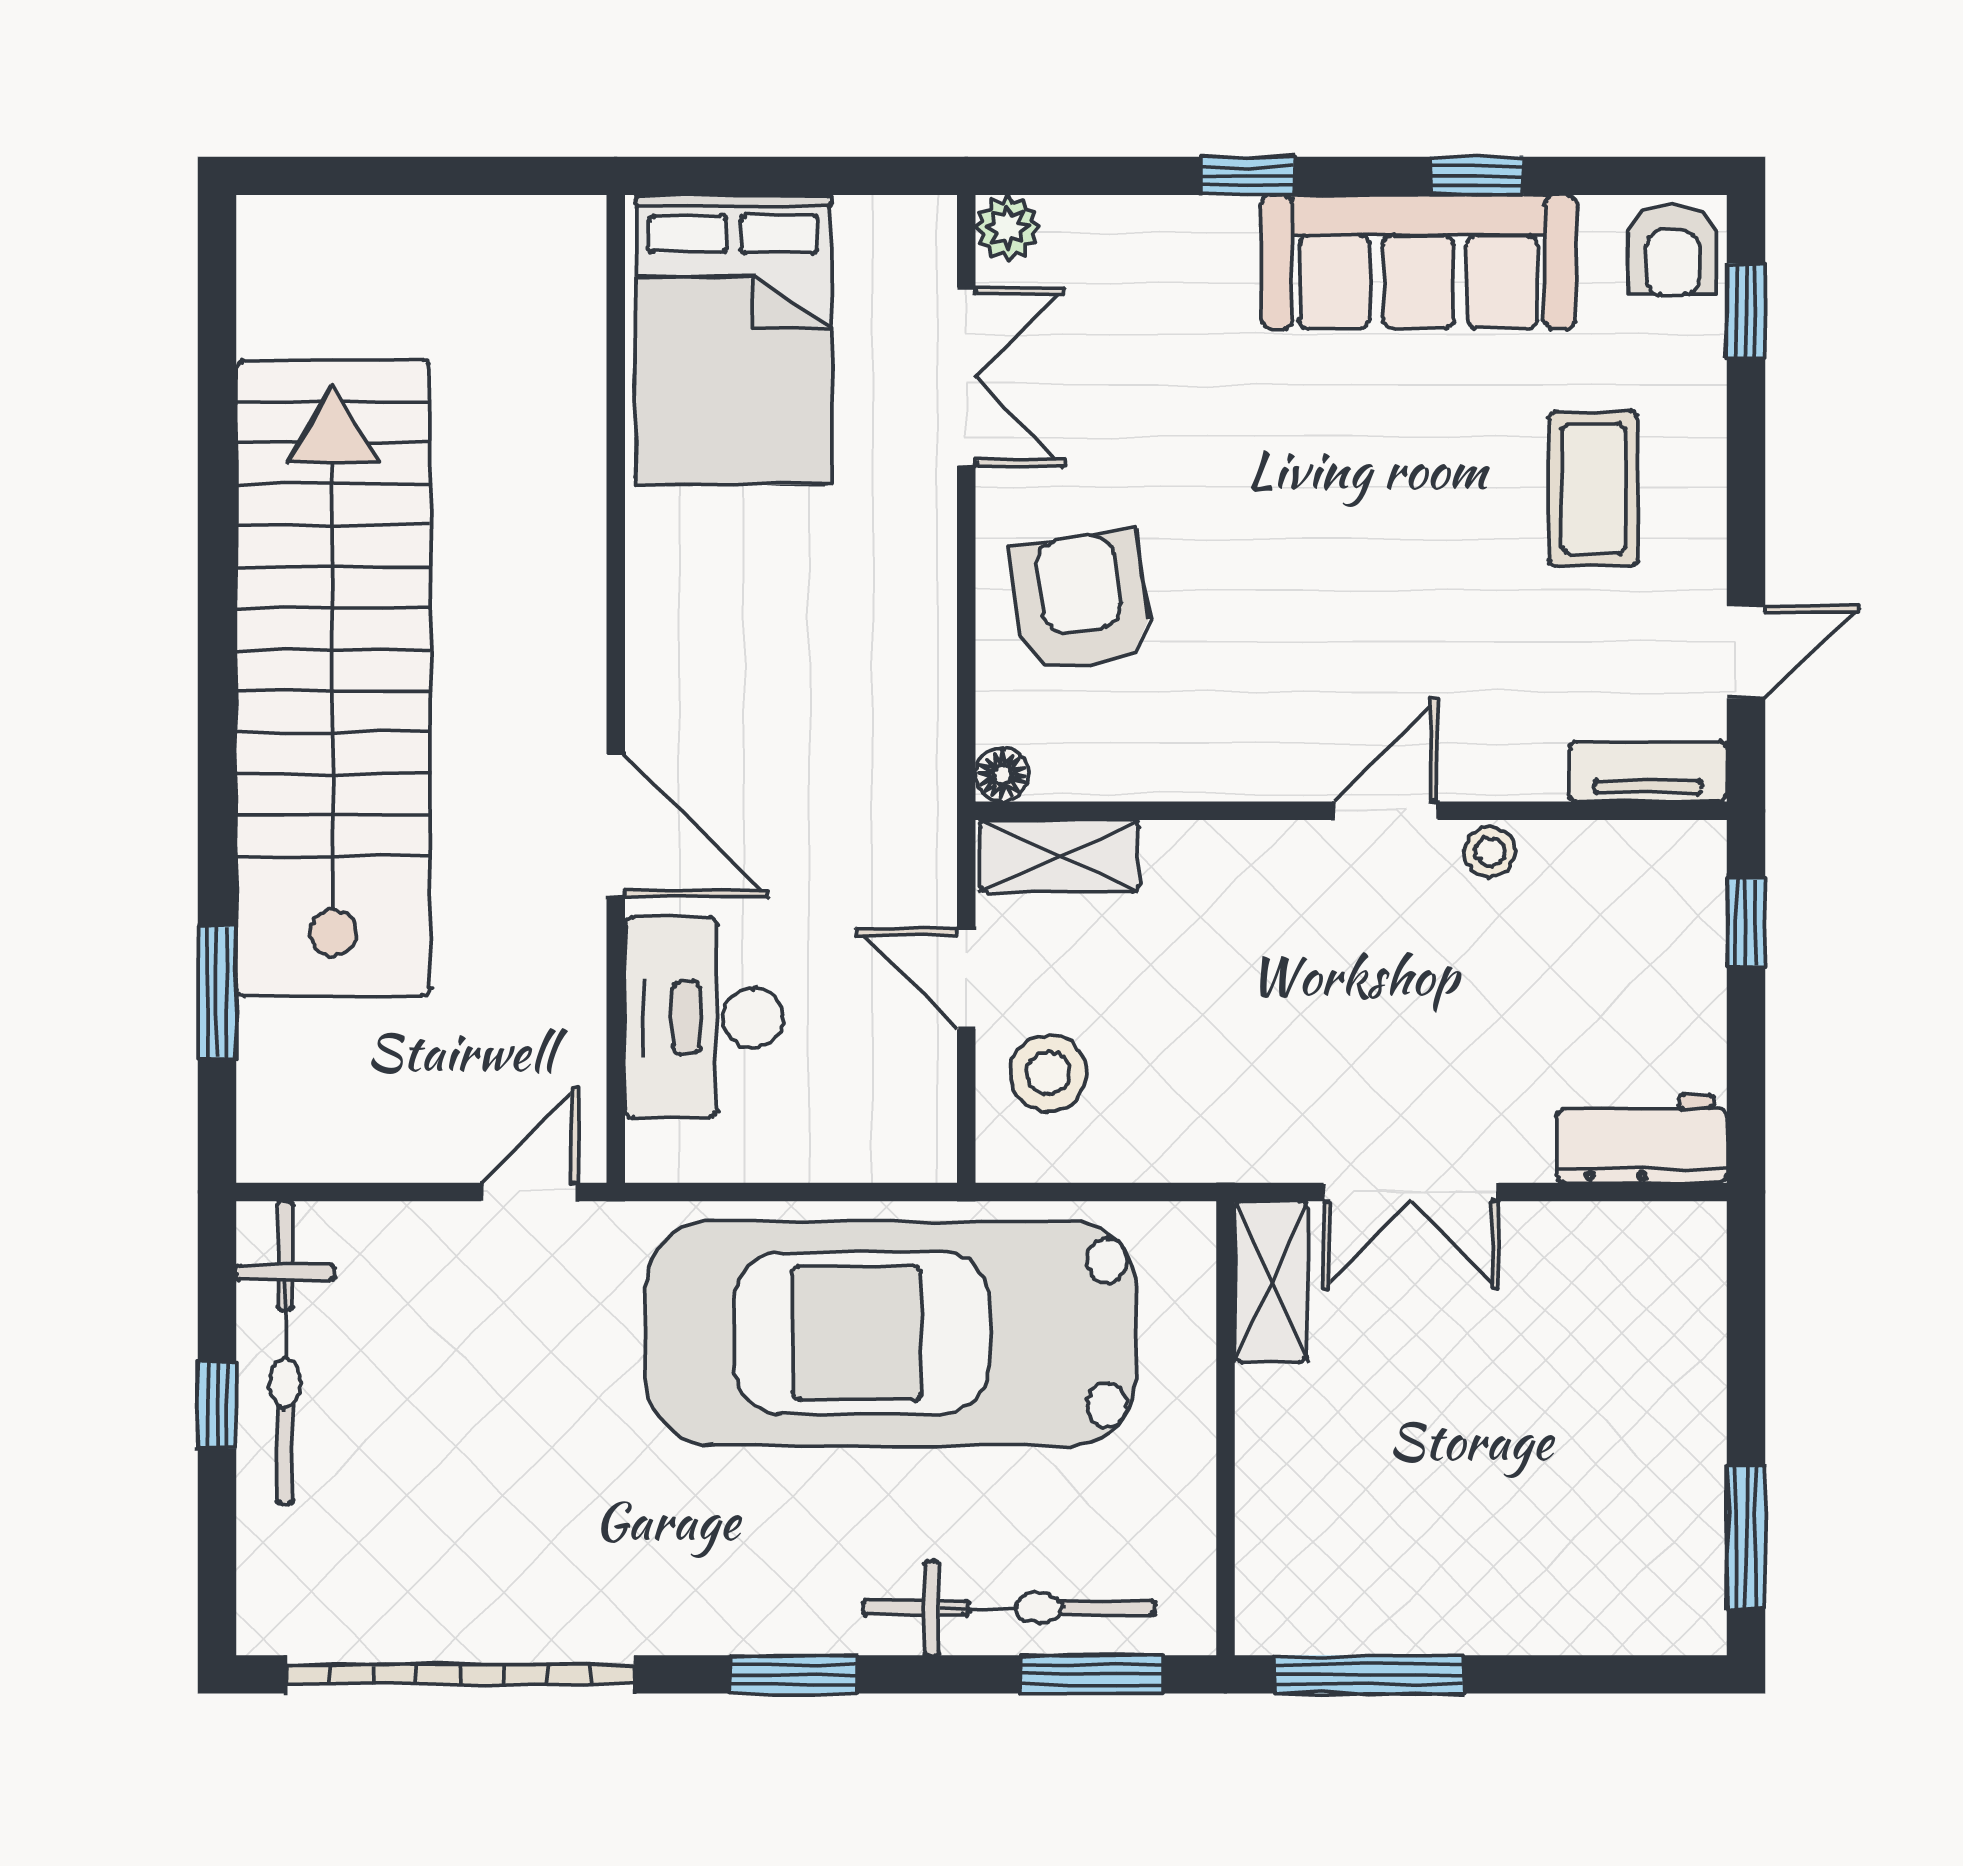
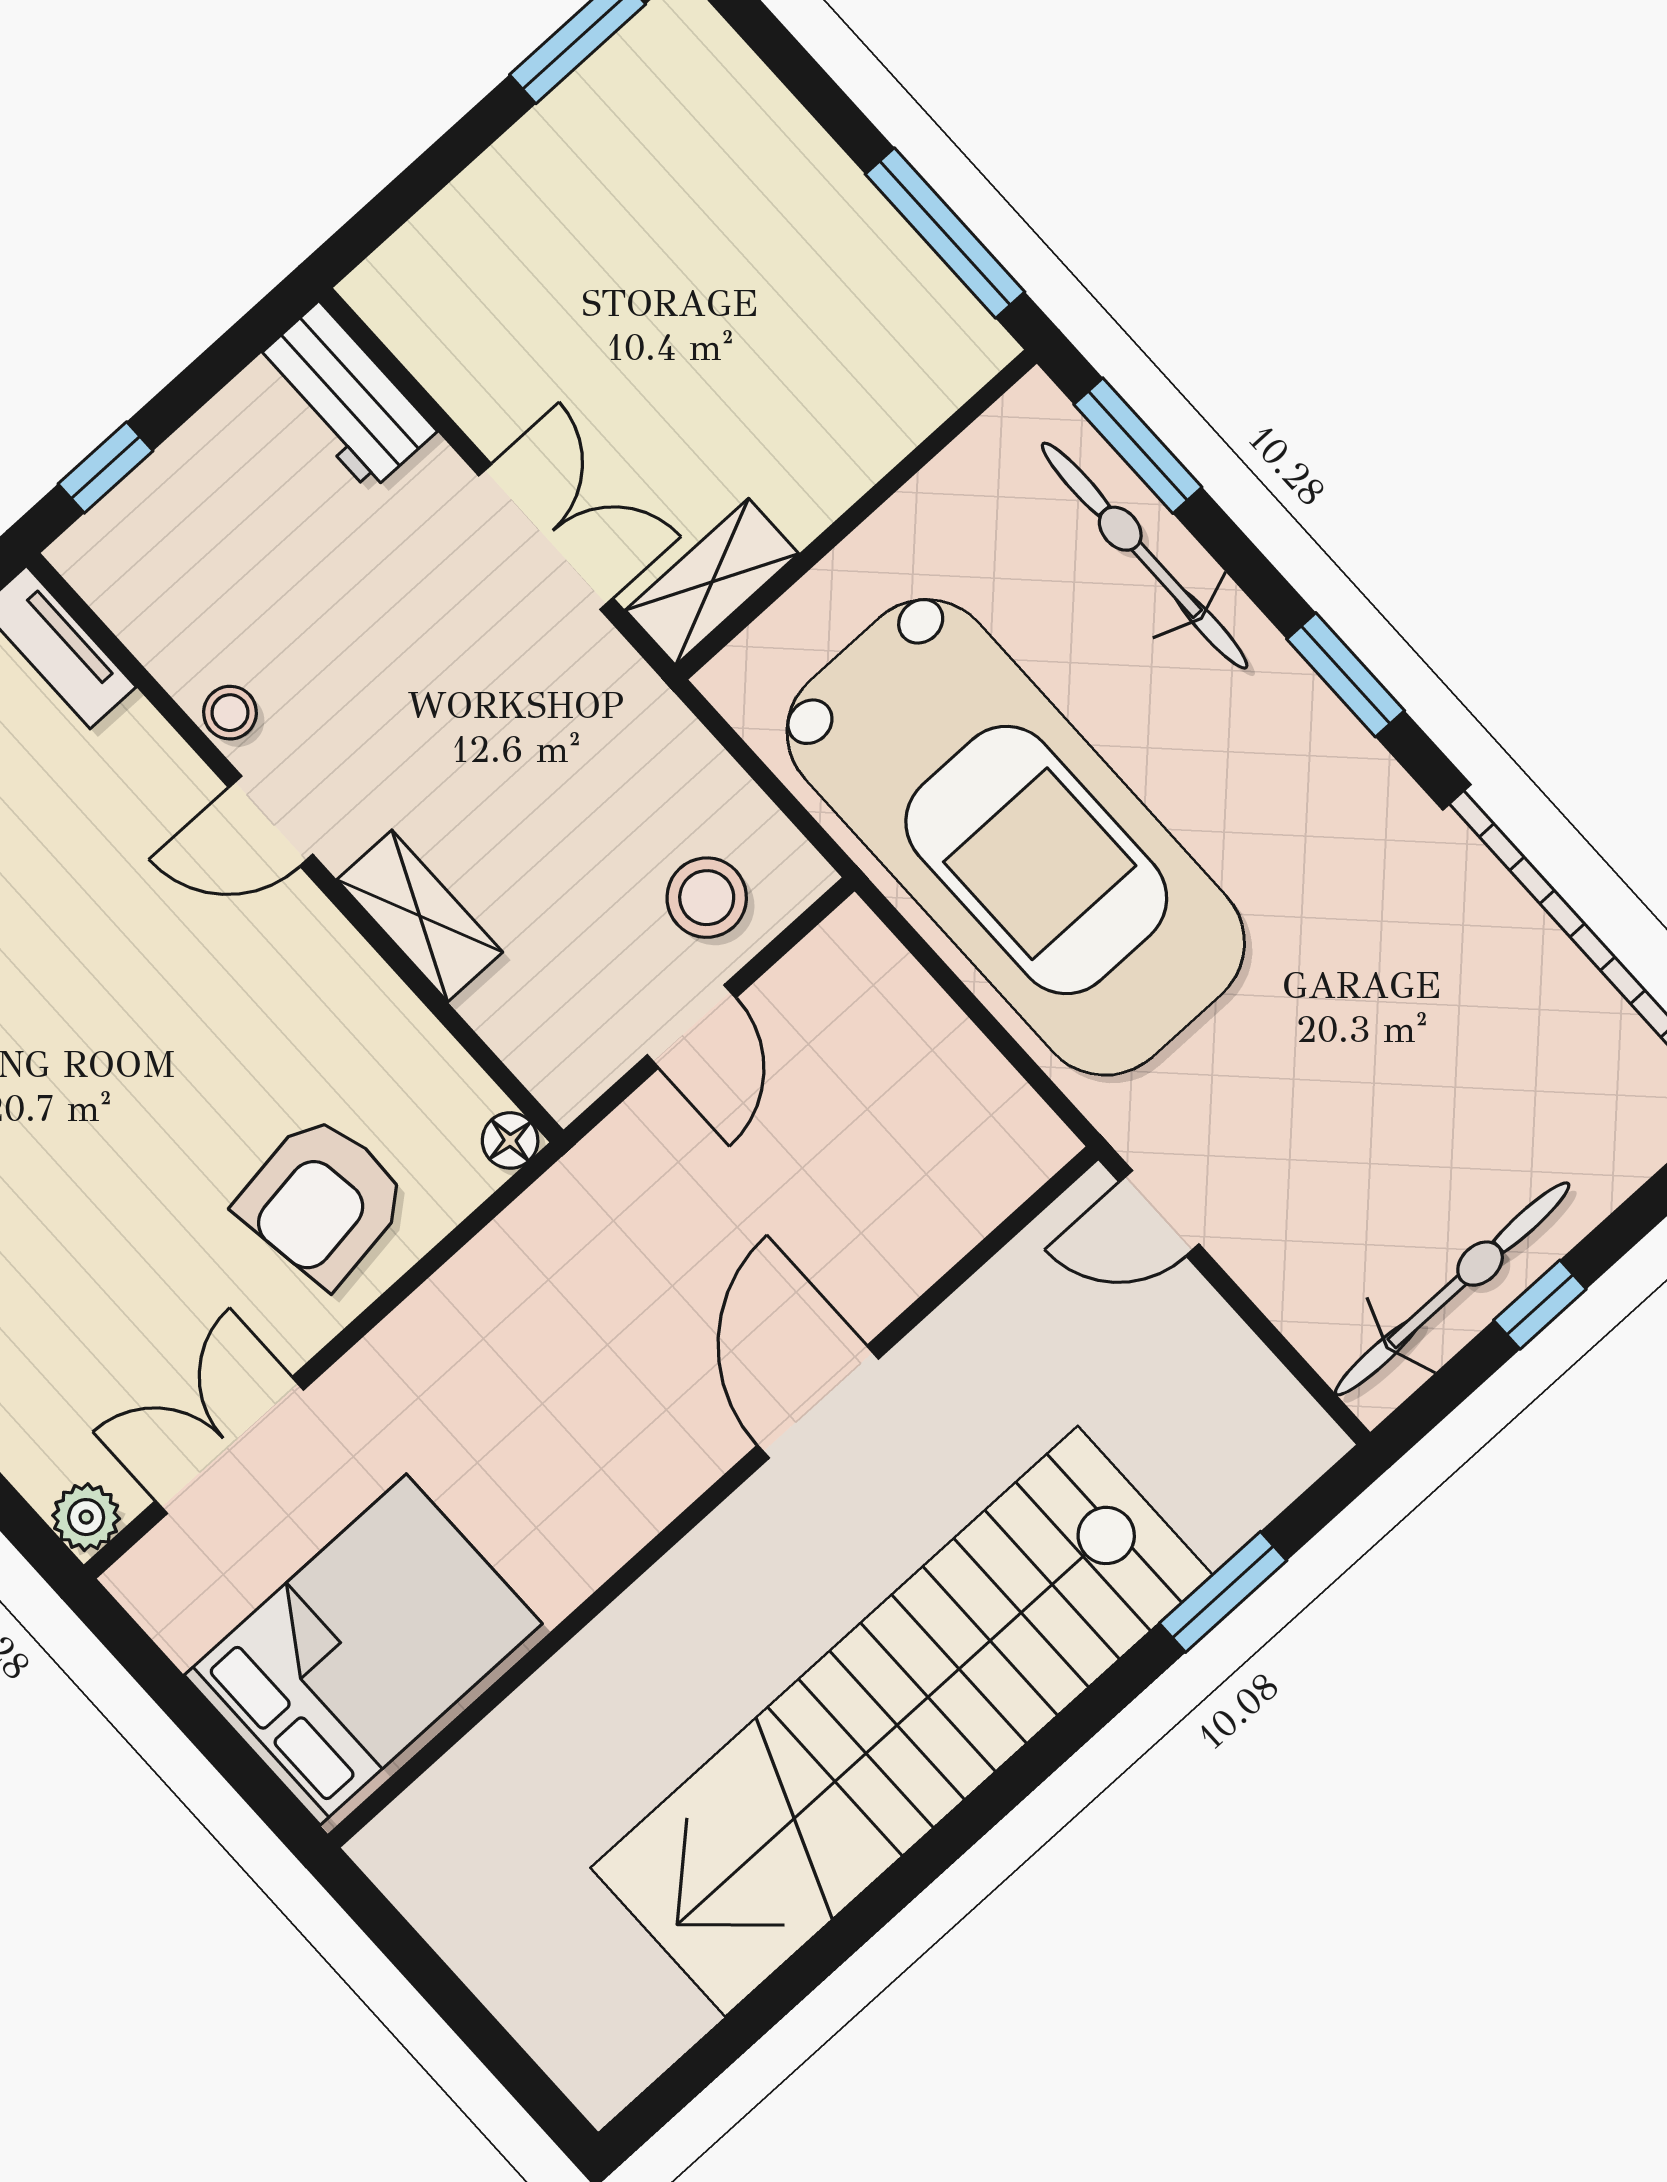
shelving: (1059, 856) -> (420, 916), moved
desk: (704, 1018) -> (904, 1200), removed

